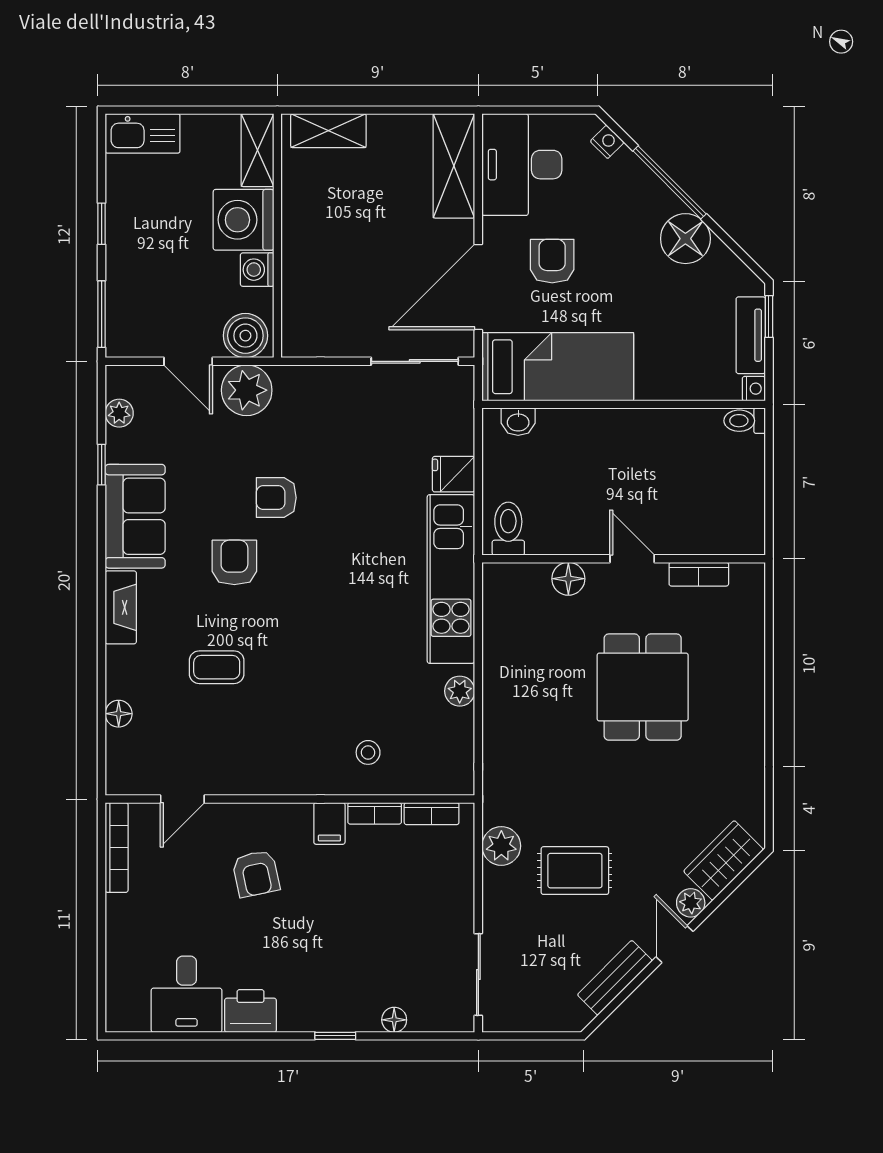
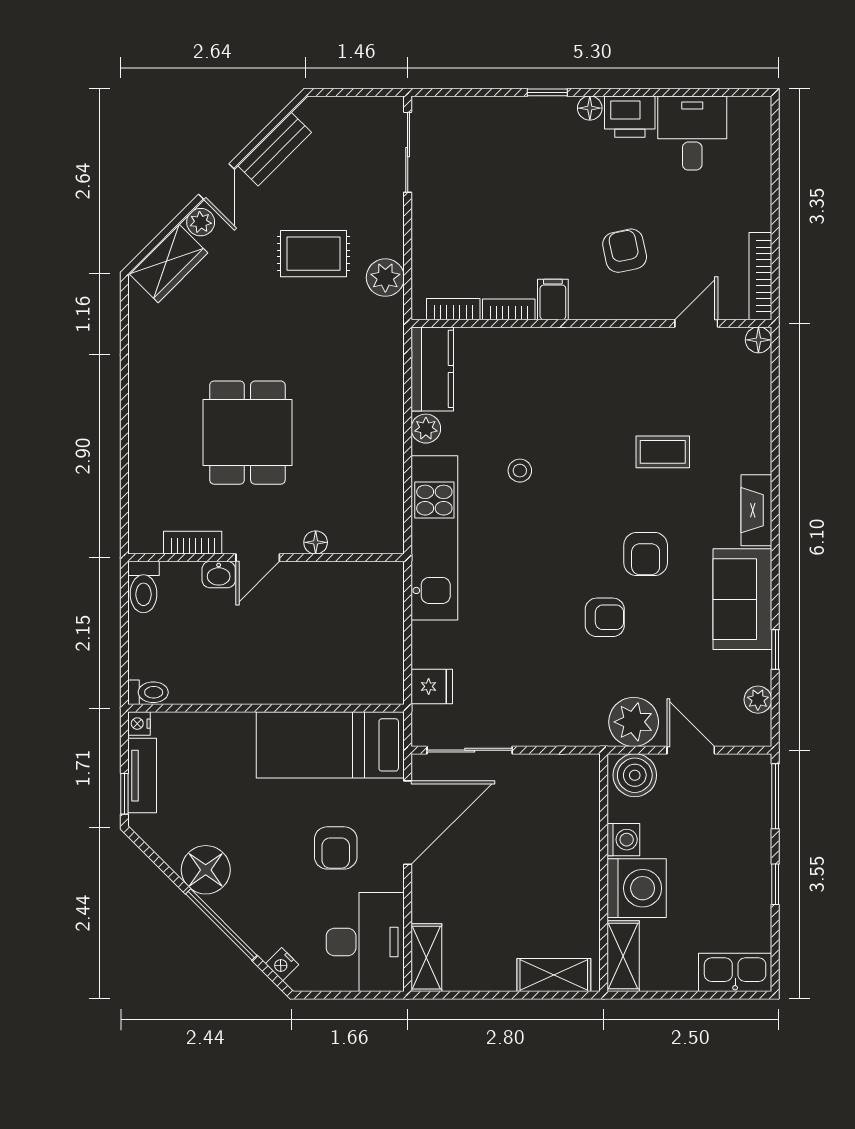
shelving: (454, 166) -> (426, 958), width x0.67, depth x0.75
washbasin: (518, 422) -> (219, 575), moved, turned 180
fridge: (454, 474) -> (432, 686), moved
toilet: (508, 529) -> (143, 587), moved
door: (632, 559) -> (258, 558), hinge flipped
floor lamp: (568, 579) -> (316, 542), width x0.73, depth x0.73
floor lamp: (119, 714) -> (758, 340), moved
stool: (368, 752) -> (520, 471), moved
kitchen counter: (453, 752) -> (432, 369), added
floor lamp: (394, 1020) -> (590, 108), moved

